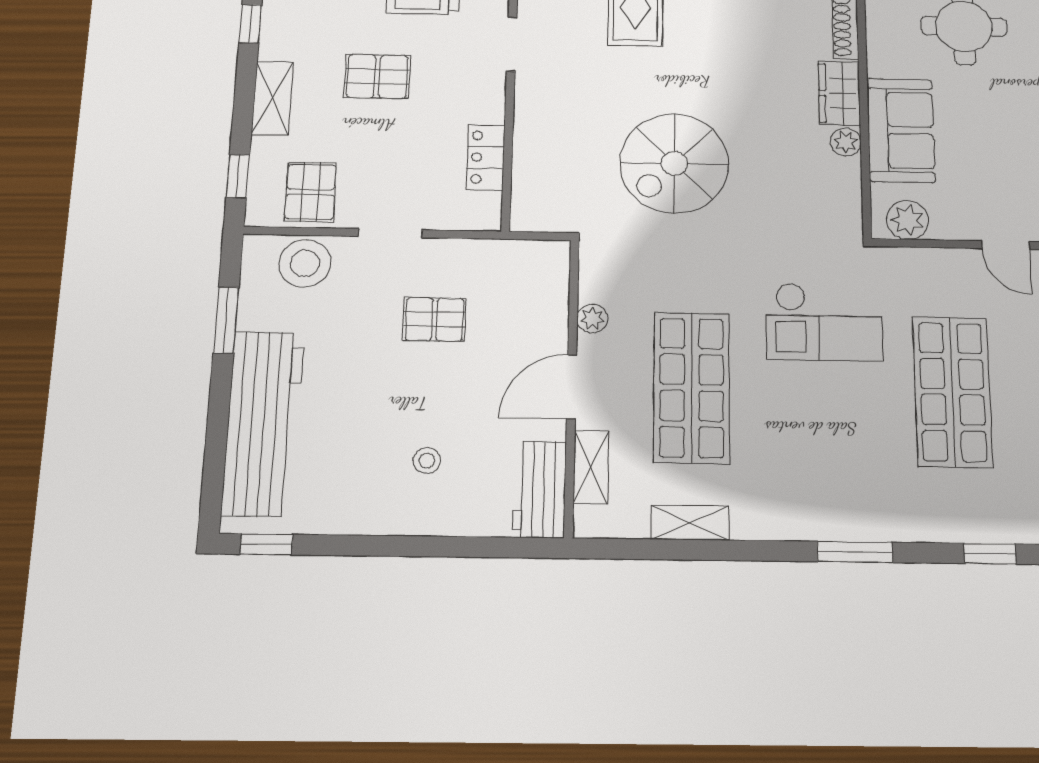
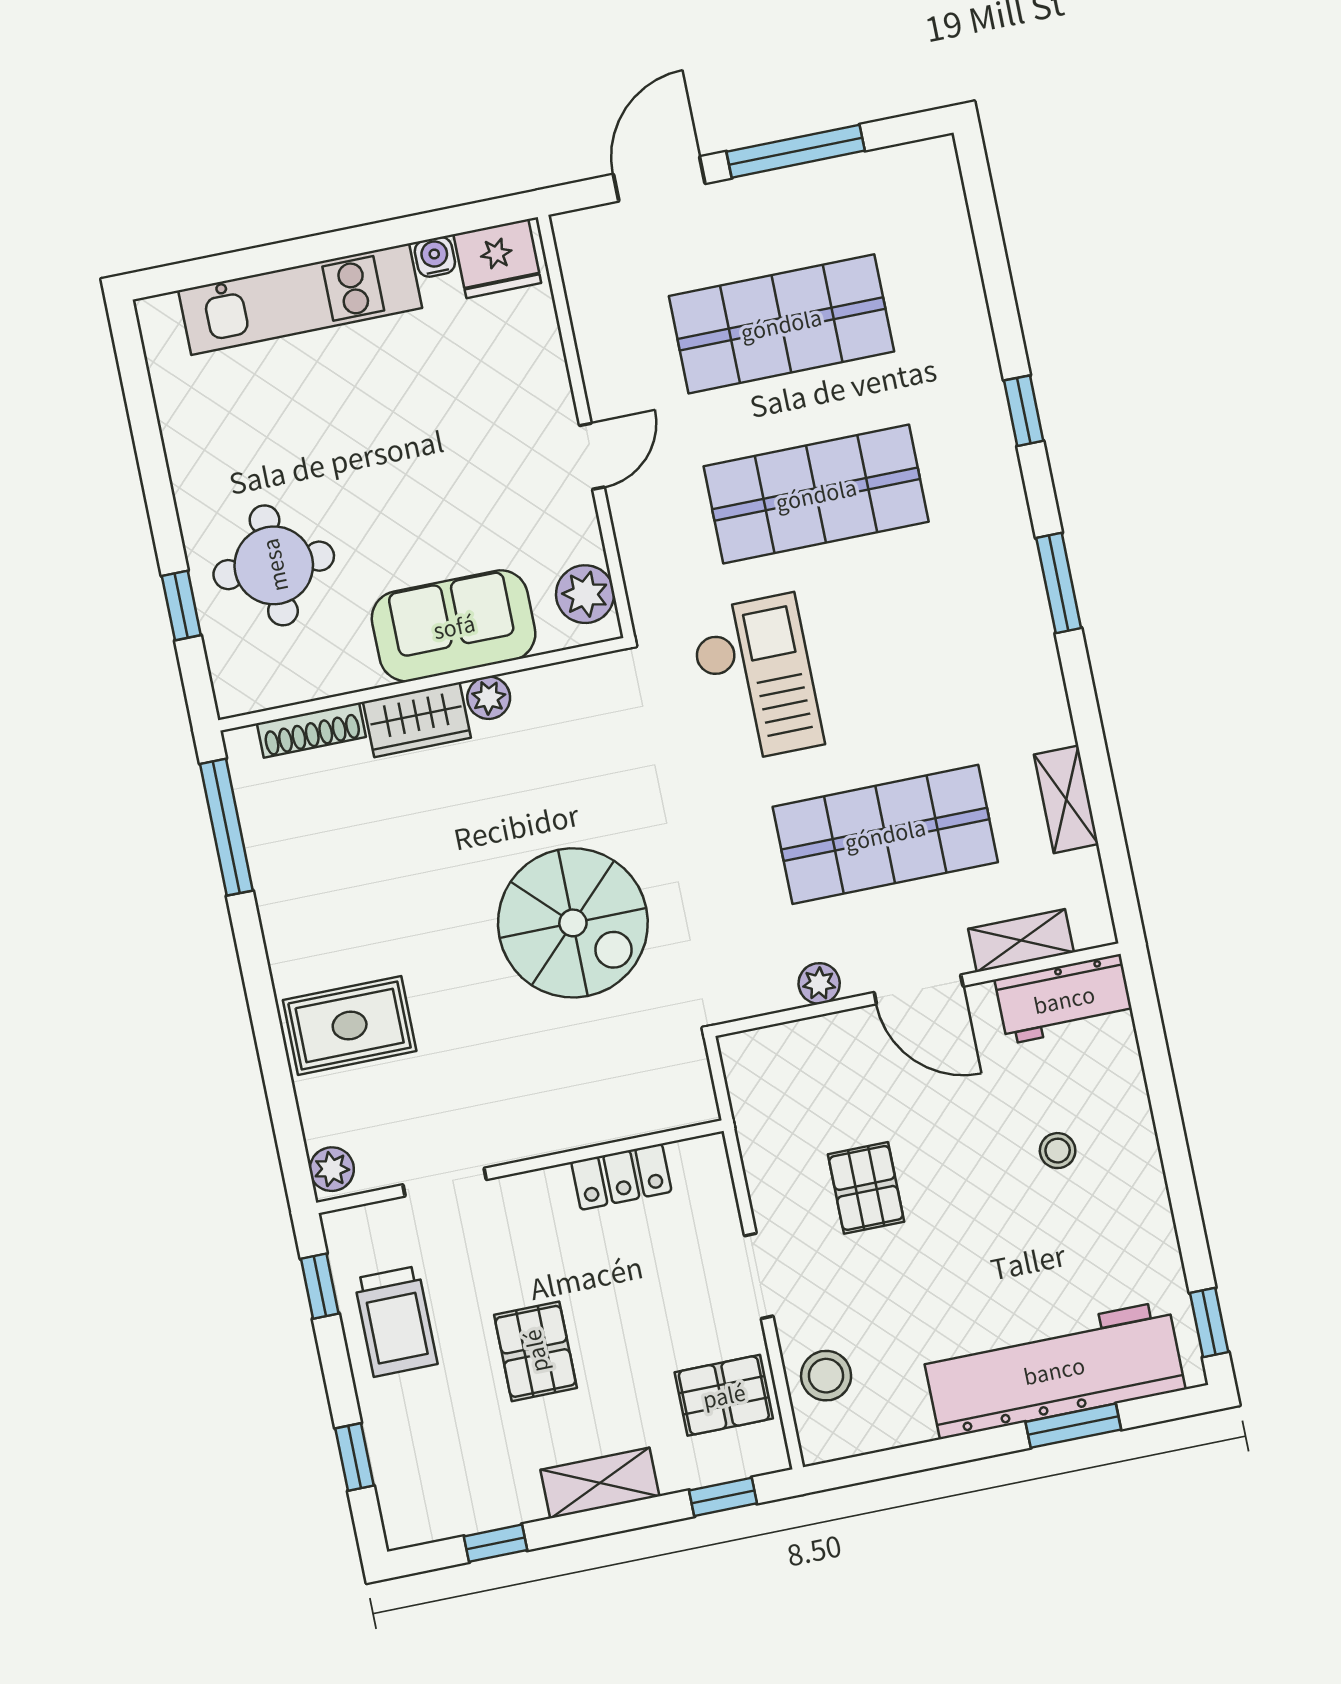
stool: (305, 263) -> (826, 1376), width x0.73, depth x0.73
window: (226, 320) -> (1073, 1426), moved

